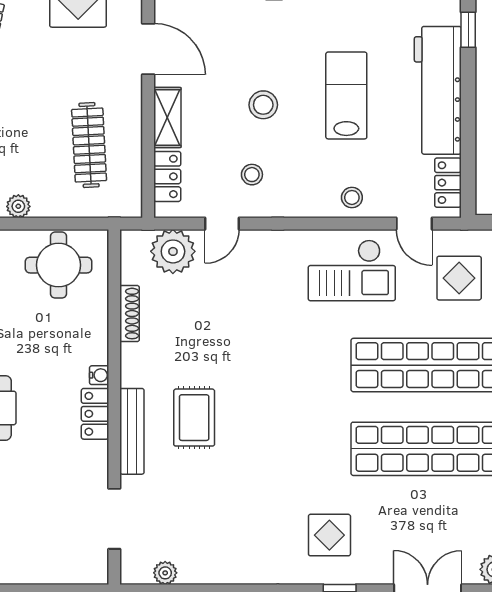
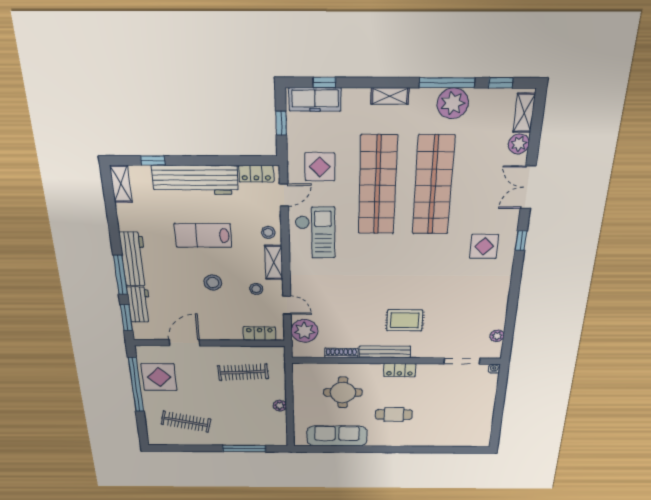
shelving: (167, 118) -> (274, 262), moved, turned 90
round table: (59, 265) -> (343, 392), moved
water cooler: (99, 375) -> (494, 369), moved
bench: (132, 431) -> (385, 352), moved

